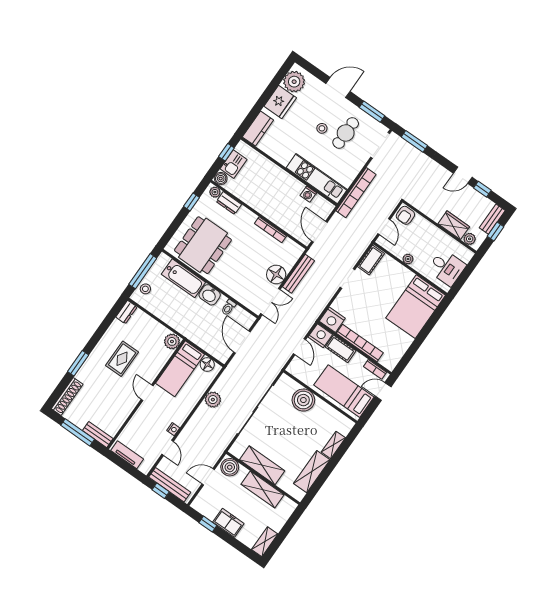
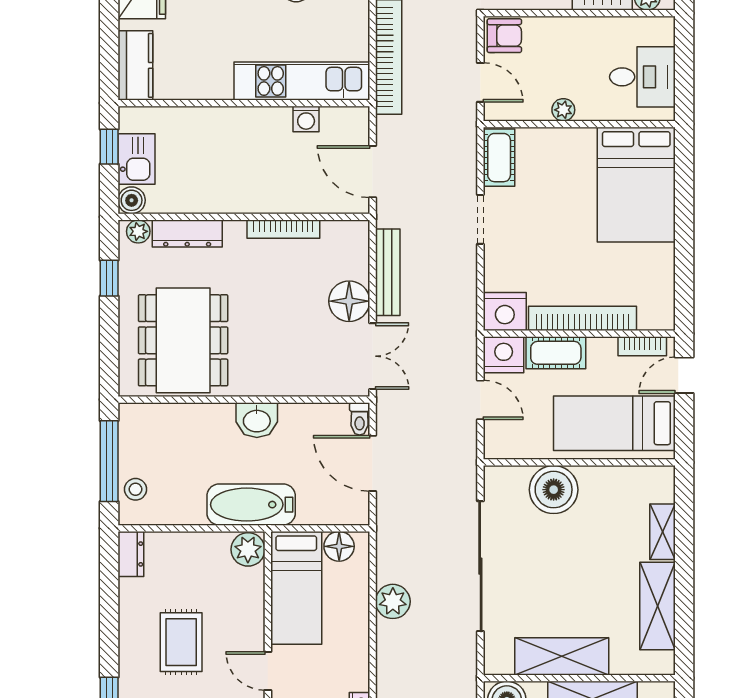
dresser: (229, 203) -> (187, 234), width x1.44
armchair: (405, 215) -> (504, 36), turned -90
bathtub: (183, 278) -> (251, 505), moved, turned 180
toilet: (228, 307) -> (360, 419), moved

